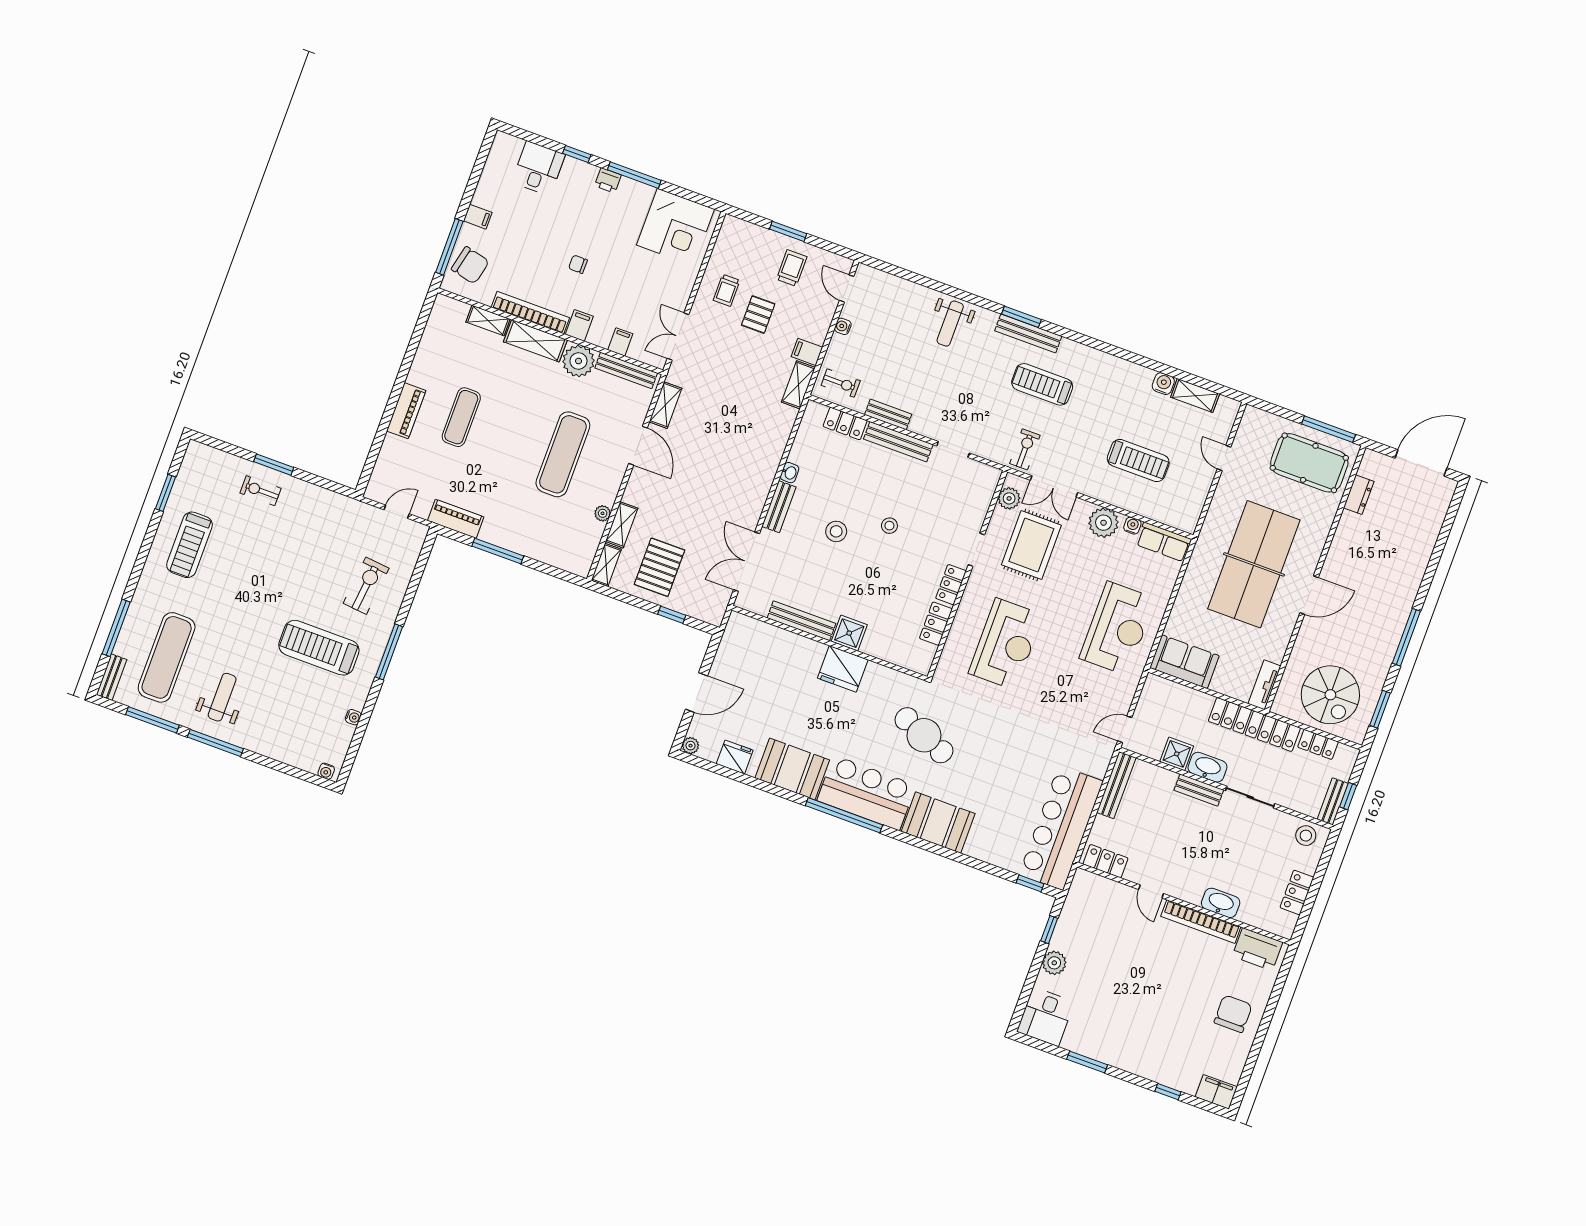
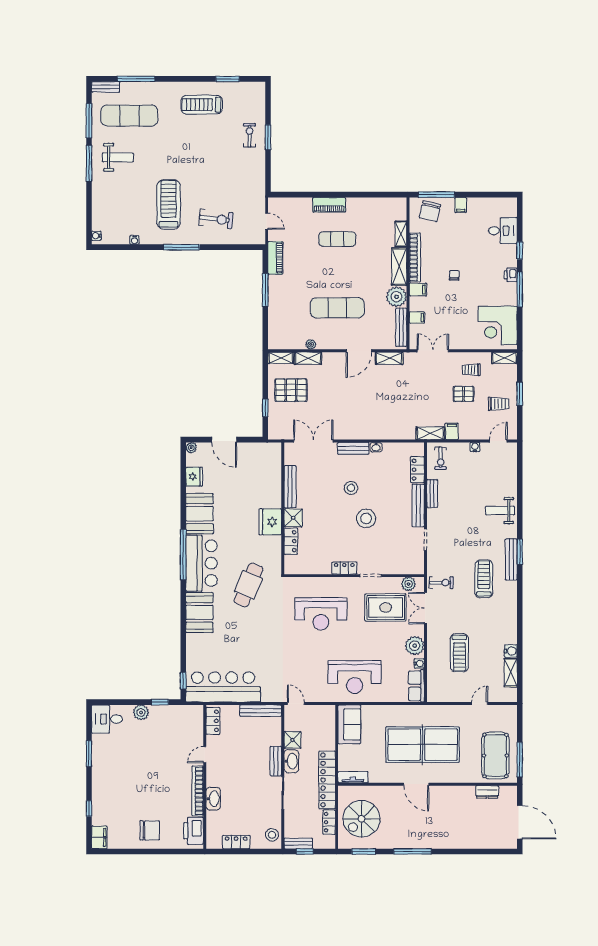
shelving: (727, 235) -> (504, 358), added
stool: (889, 526) -> (366, 518), width x1.89, depth x1.89
locker: (936, 624) -> (291, 541), moved, turned 90

